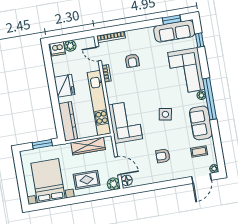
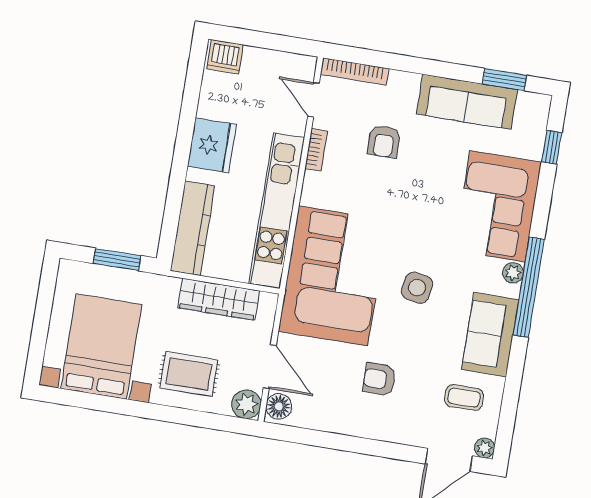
sofa: (174, 31) -> (467, 102), moved
plant: (70, 46) -> (256, 60), removed
corner sofa: (125, 122) -> (333, 276), width x1.36, depth x1.36

